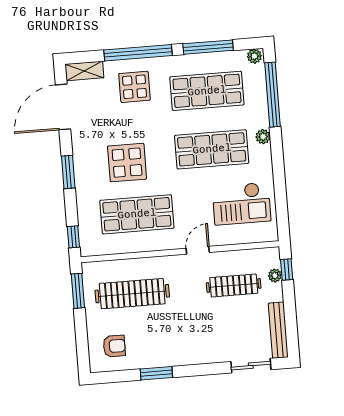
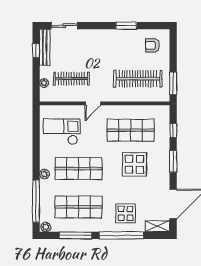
window: (73, 237) -> (173, 130), moved
window: (287, 269) -> (36, 51), moved

